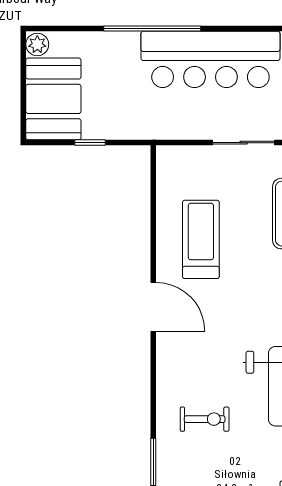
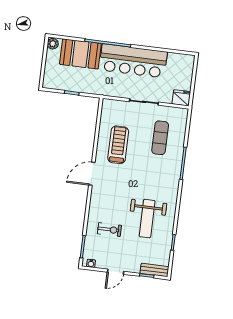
booth: (53, 99) -> (80, 54), moved, turned 90
door: (153, 307) -> (92, 174), swing flipped

